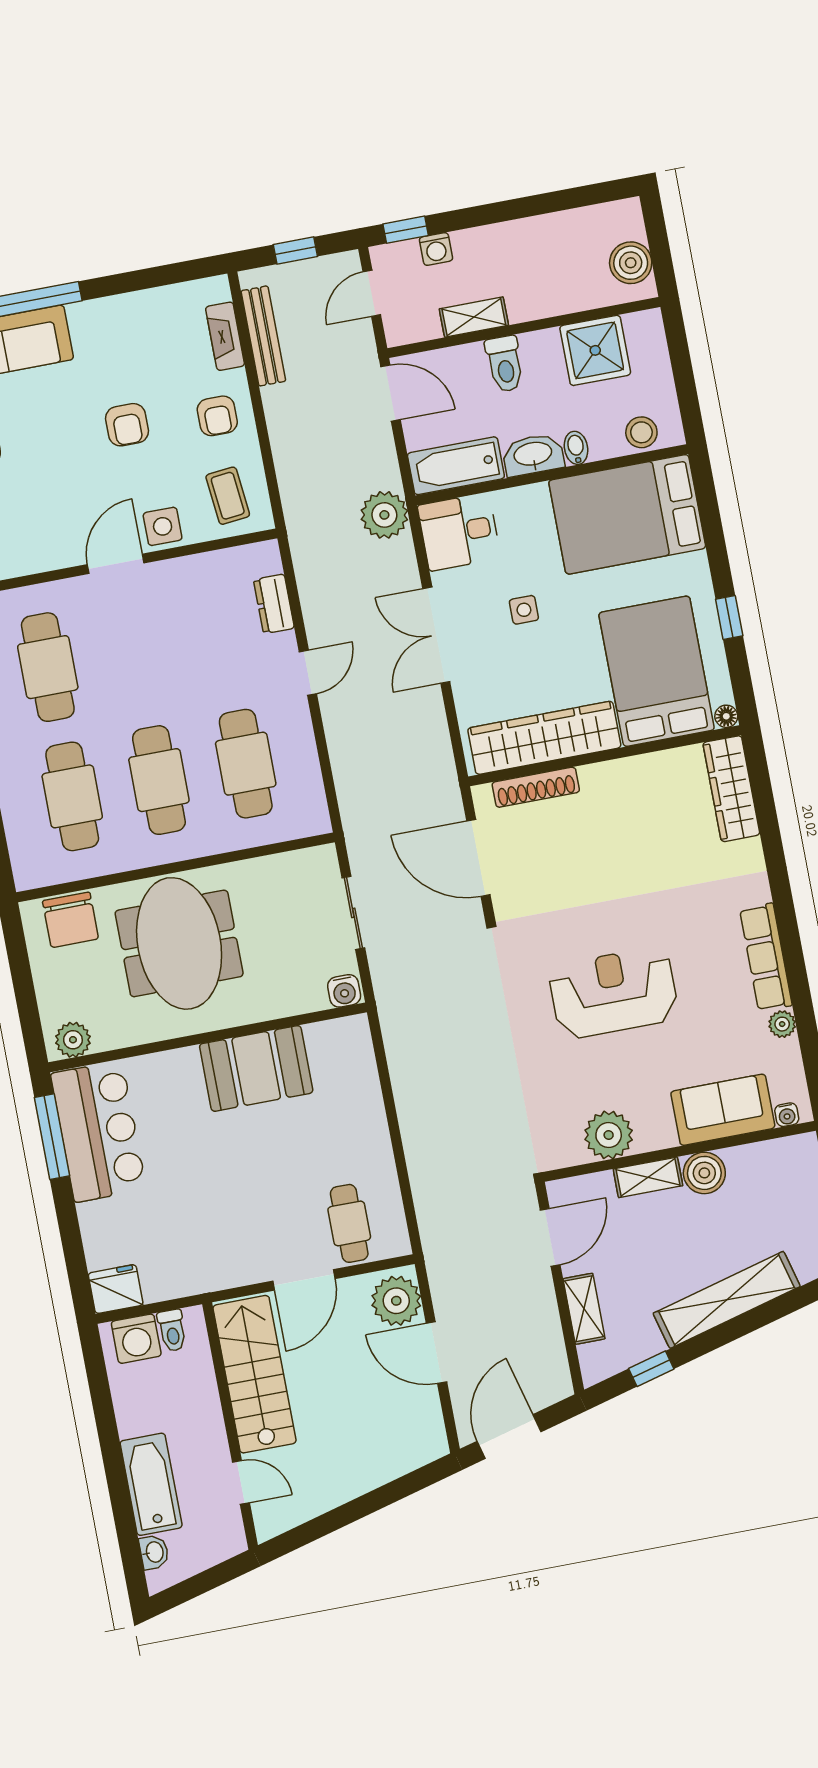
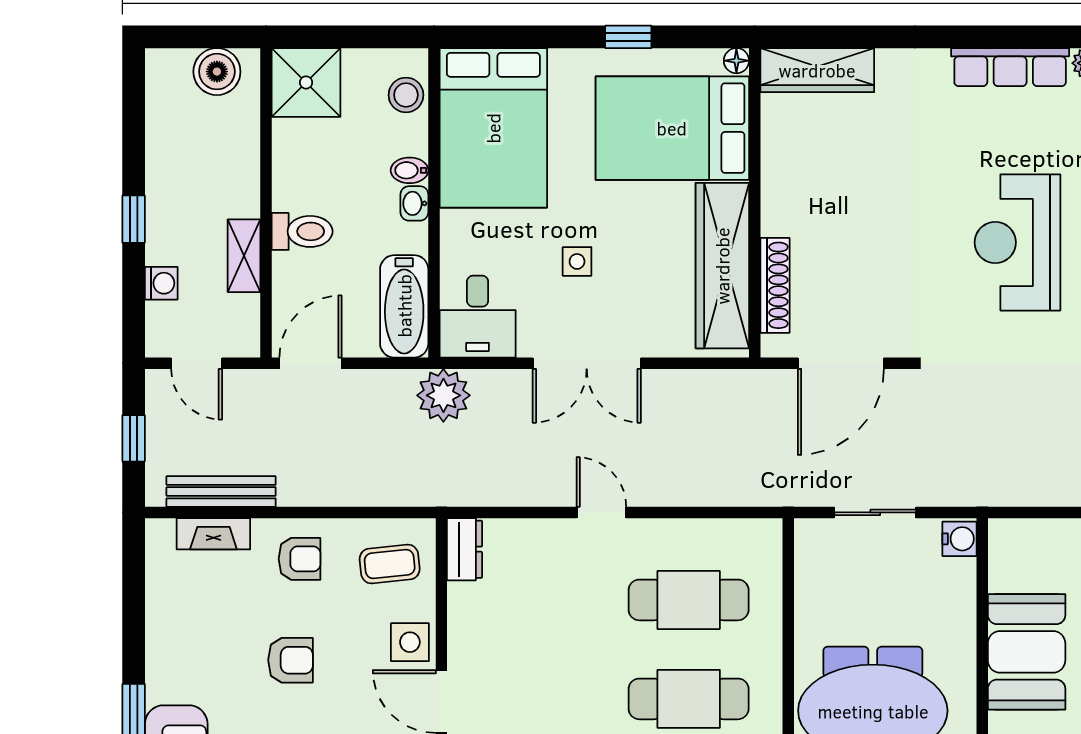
window: (406, 230) -> (134, 219), moved
shower: (595, 350) -> (306, 82), moved
washbasin: (533, 455) -> (414, 203), width x0.52, depth x0.69
dresser: (274, 604) -> (465, 549), moved, turned -90

